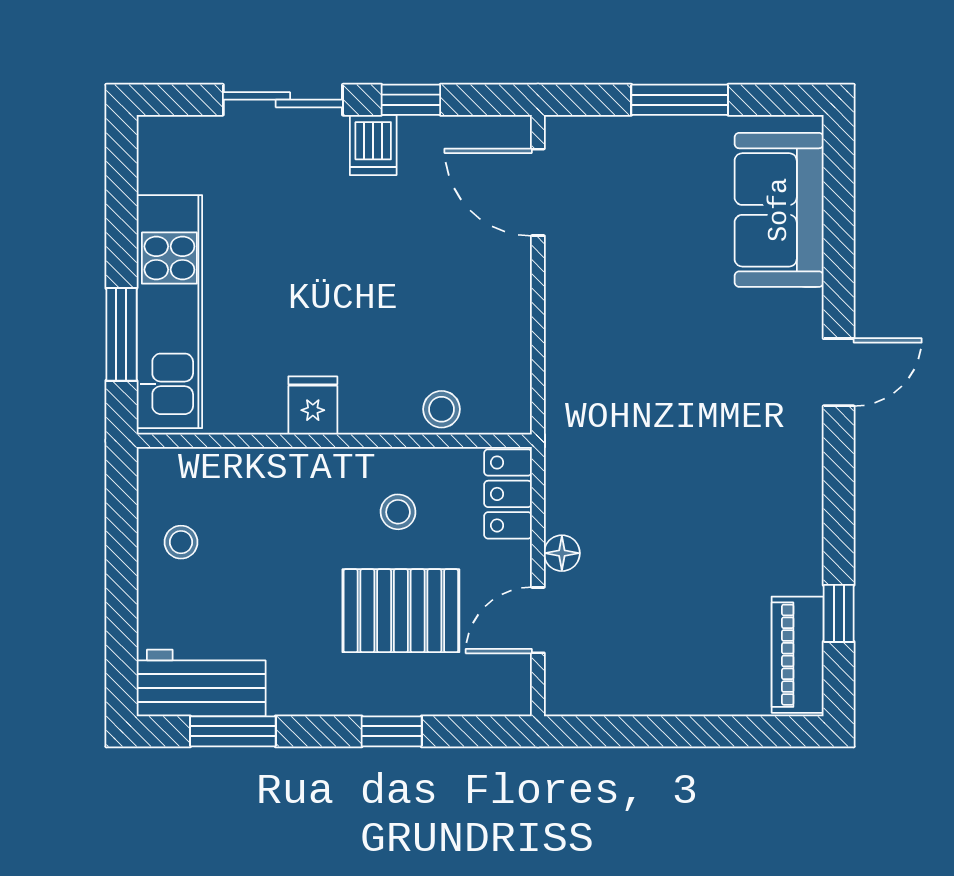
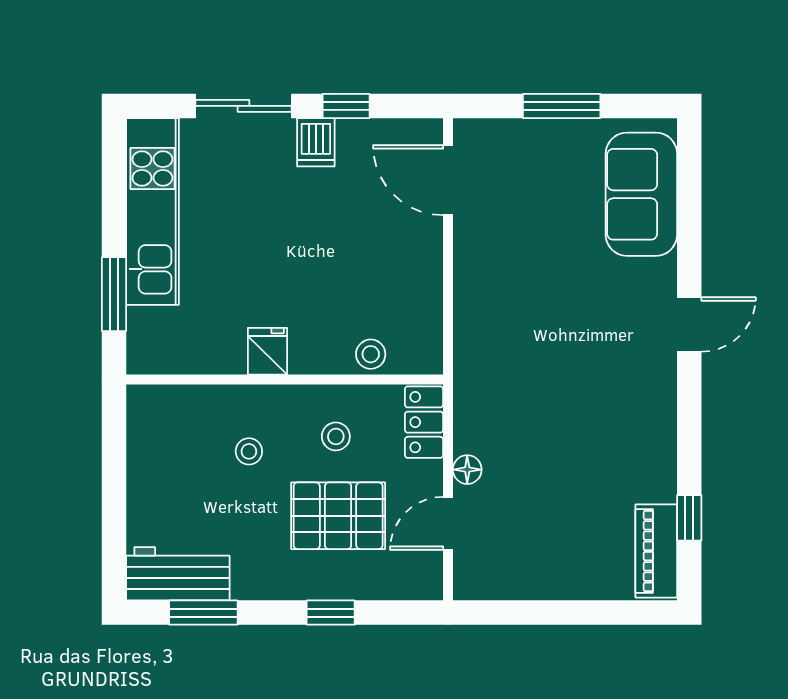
kitchen unit: (169, 312) -> (152, 211), moved
stool: (181, 542) -> (249, 451), moved

